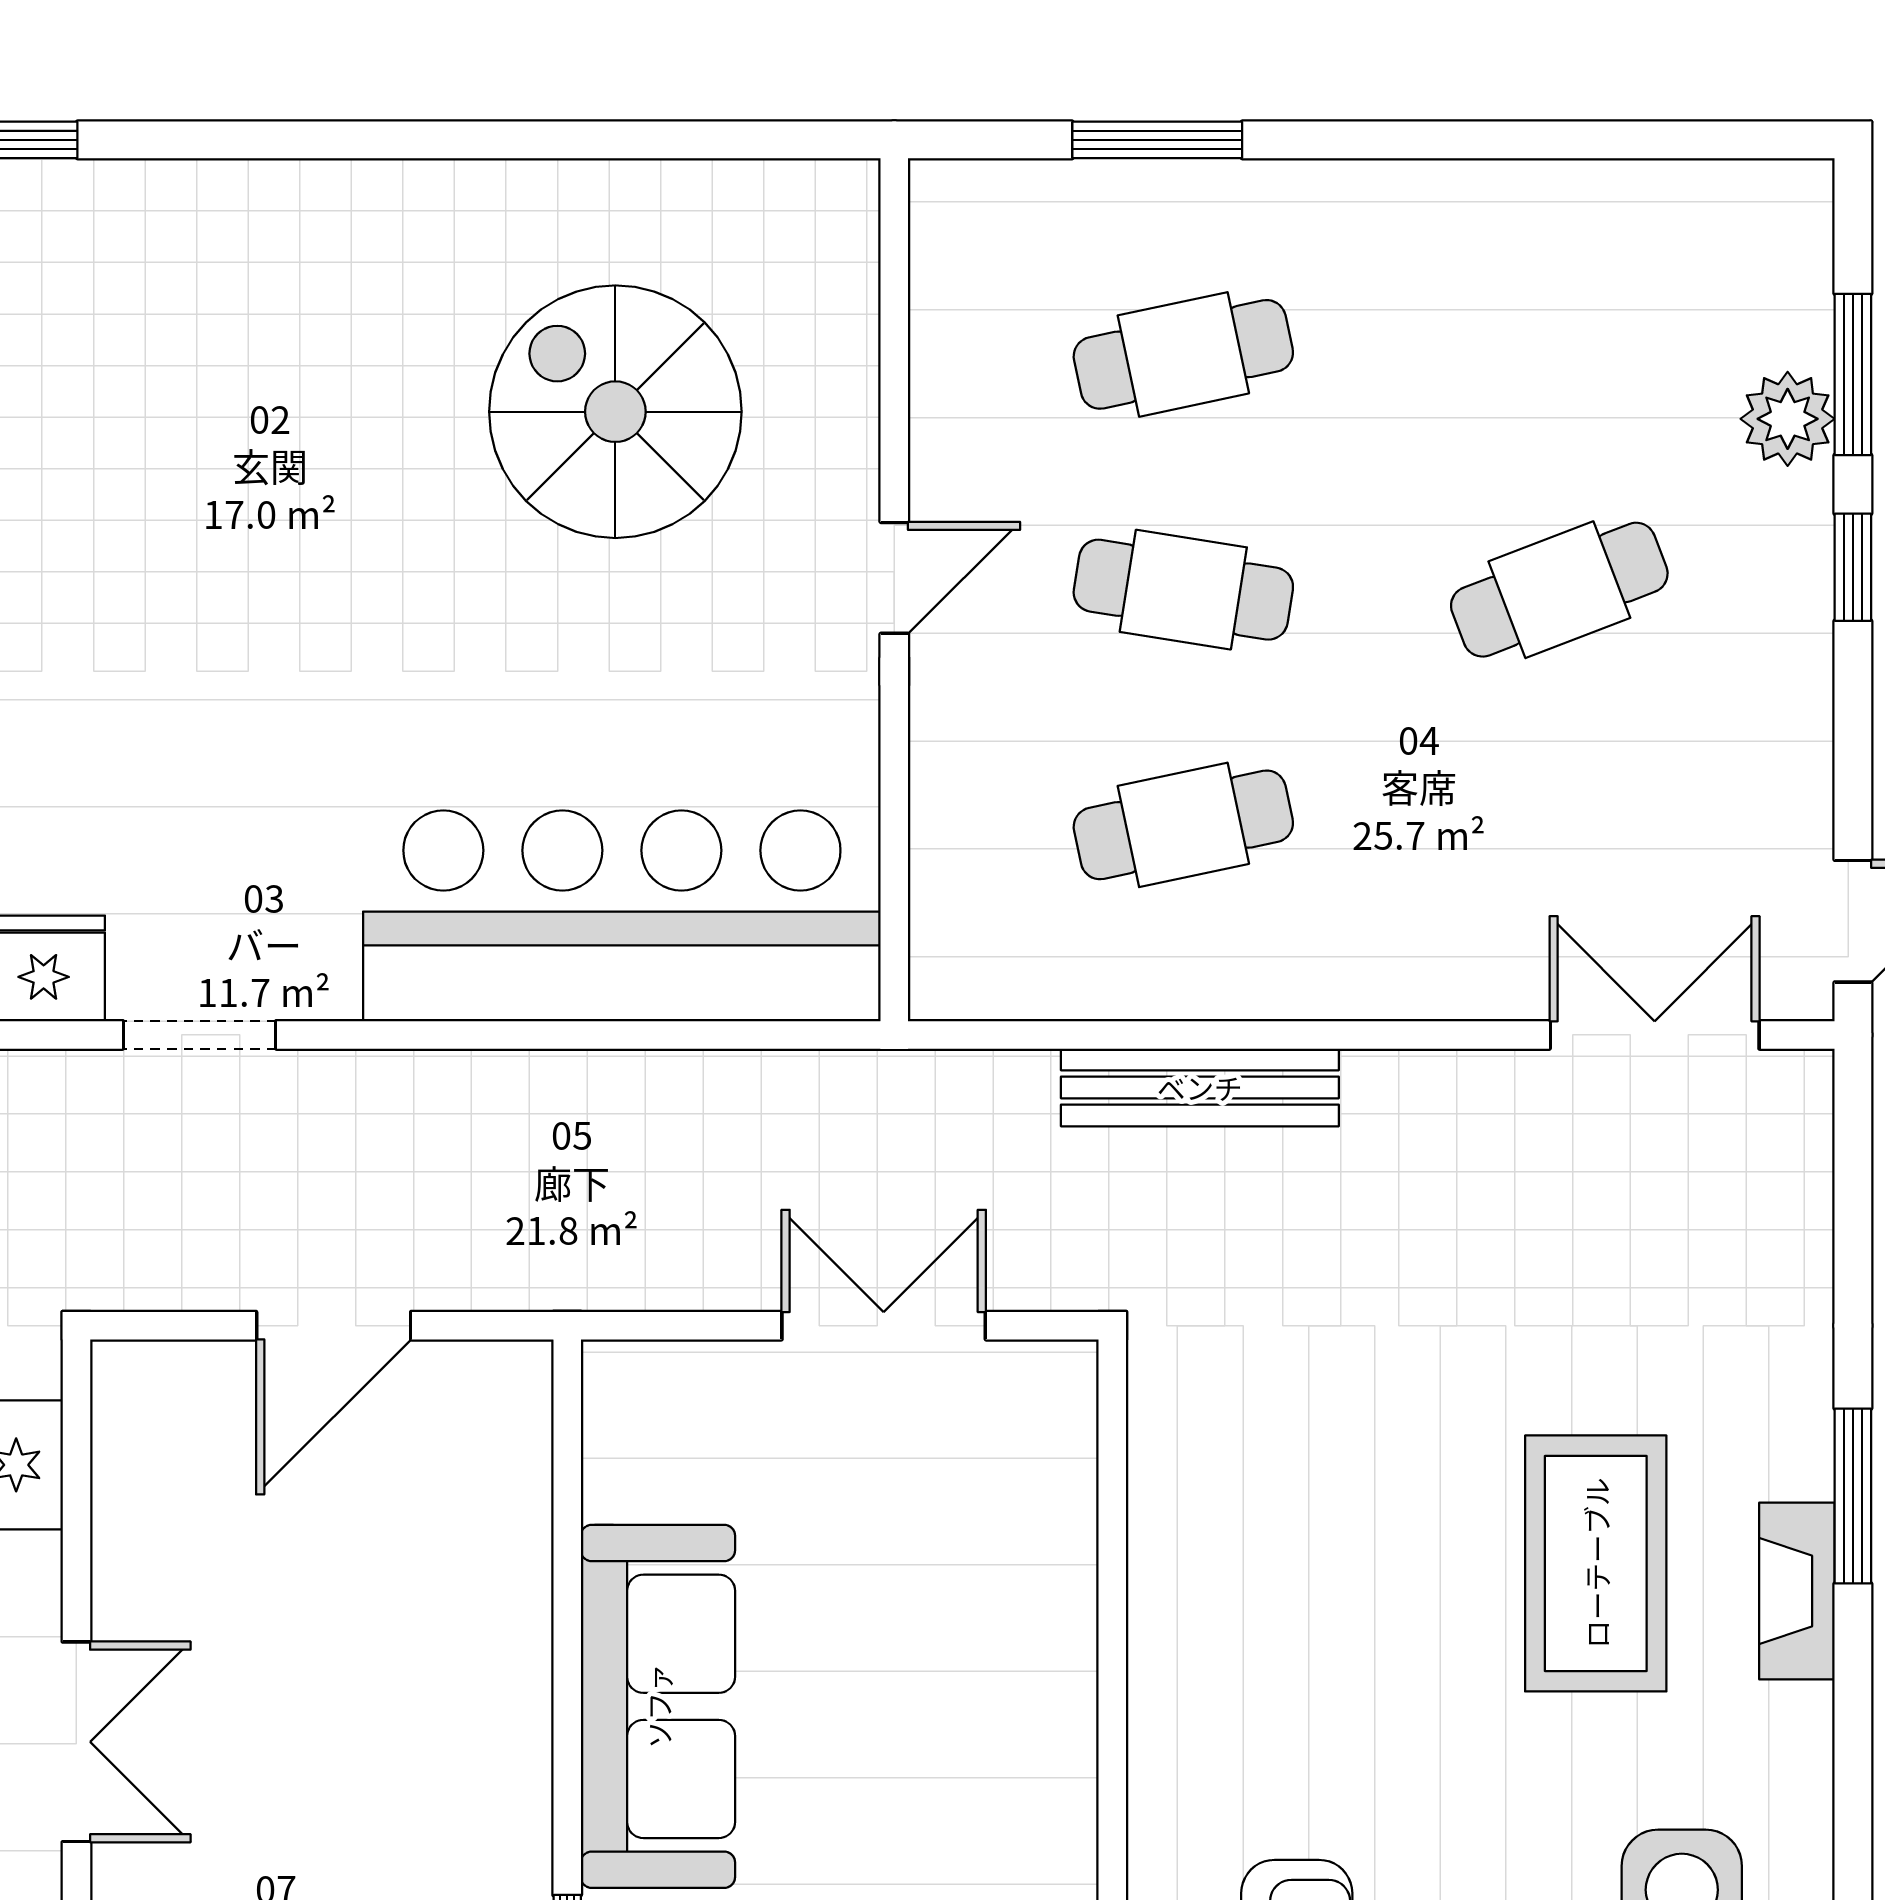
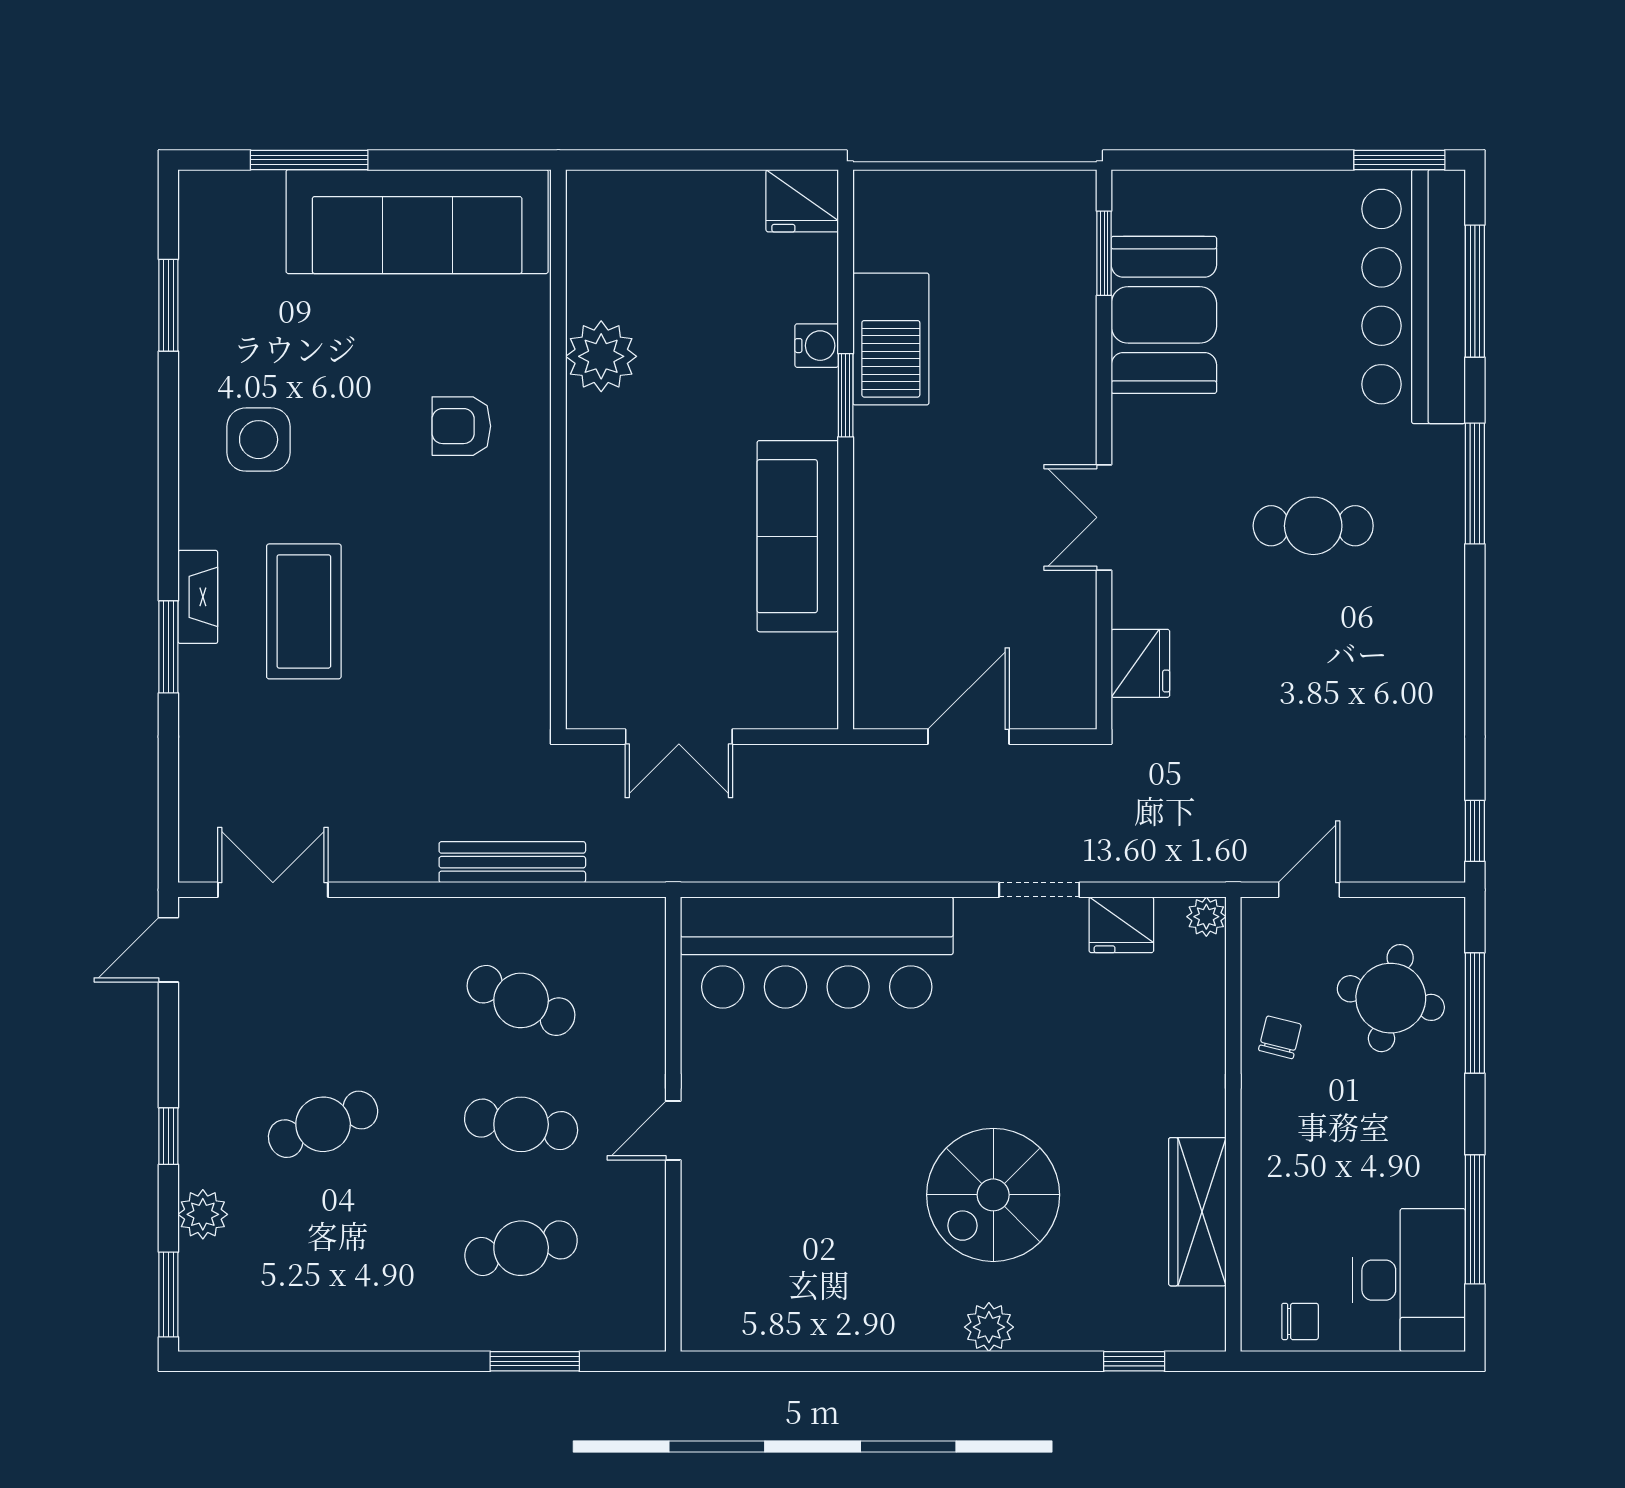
plant: (295, 205) -> (989, 1327), added
window: (1853, 374) -> (168, 1294), moved
spiral stairs: (615, 412) -> (993, 1195), moved, turned 90
cafe table: (1183, 825) -> (521, 1000), turned 36
double door: (1655, 1035) -> (273, 890), swing flipped

